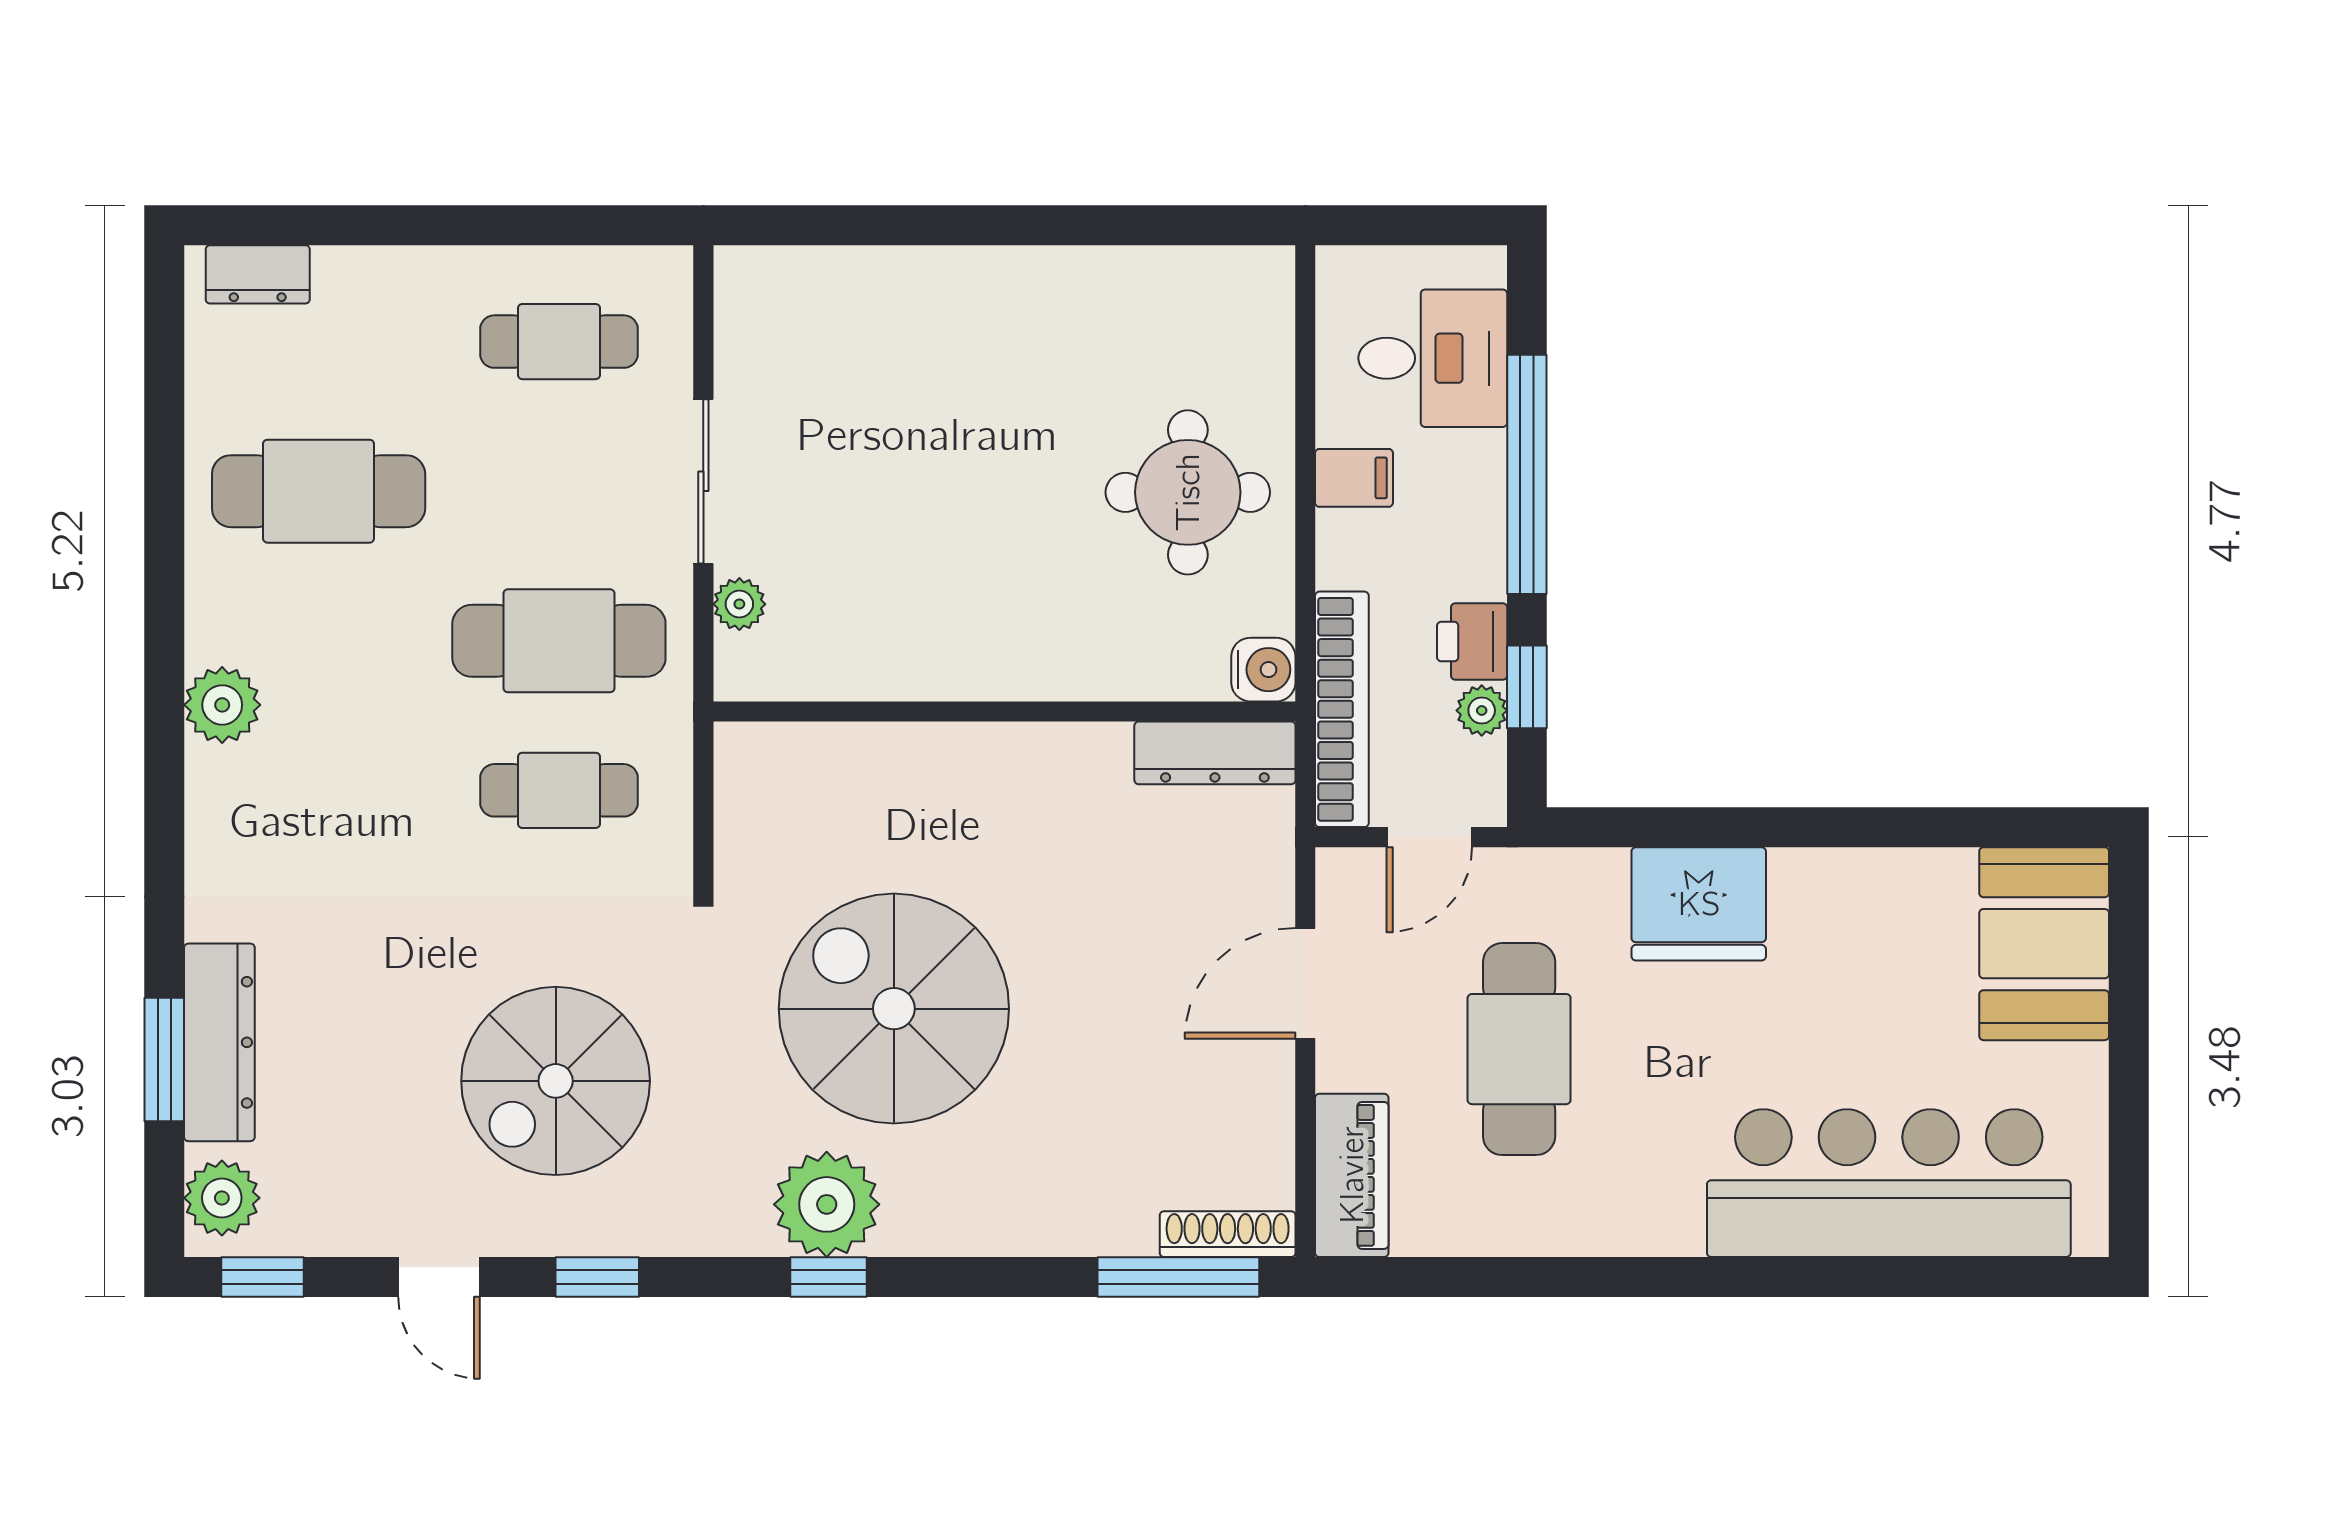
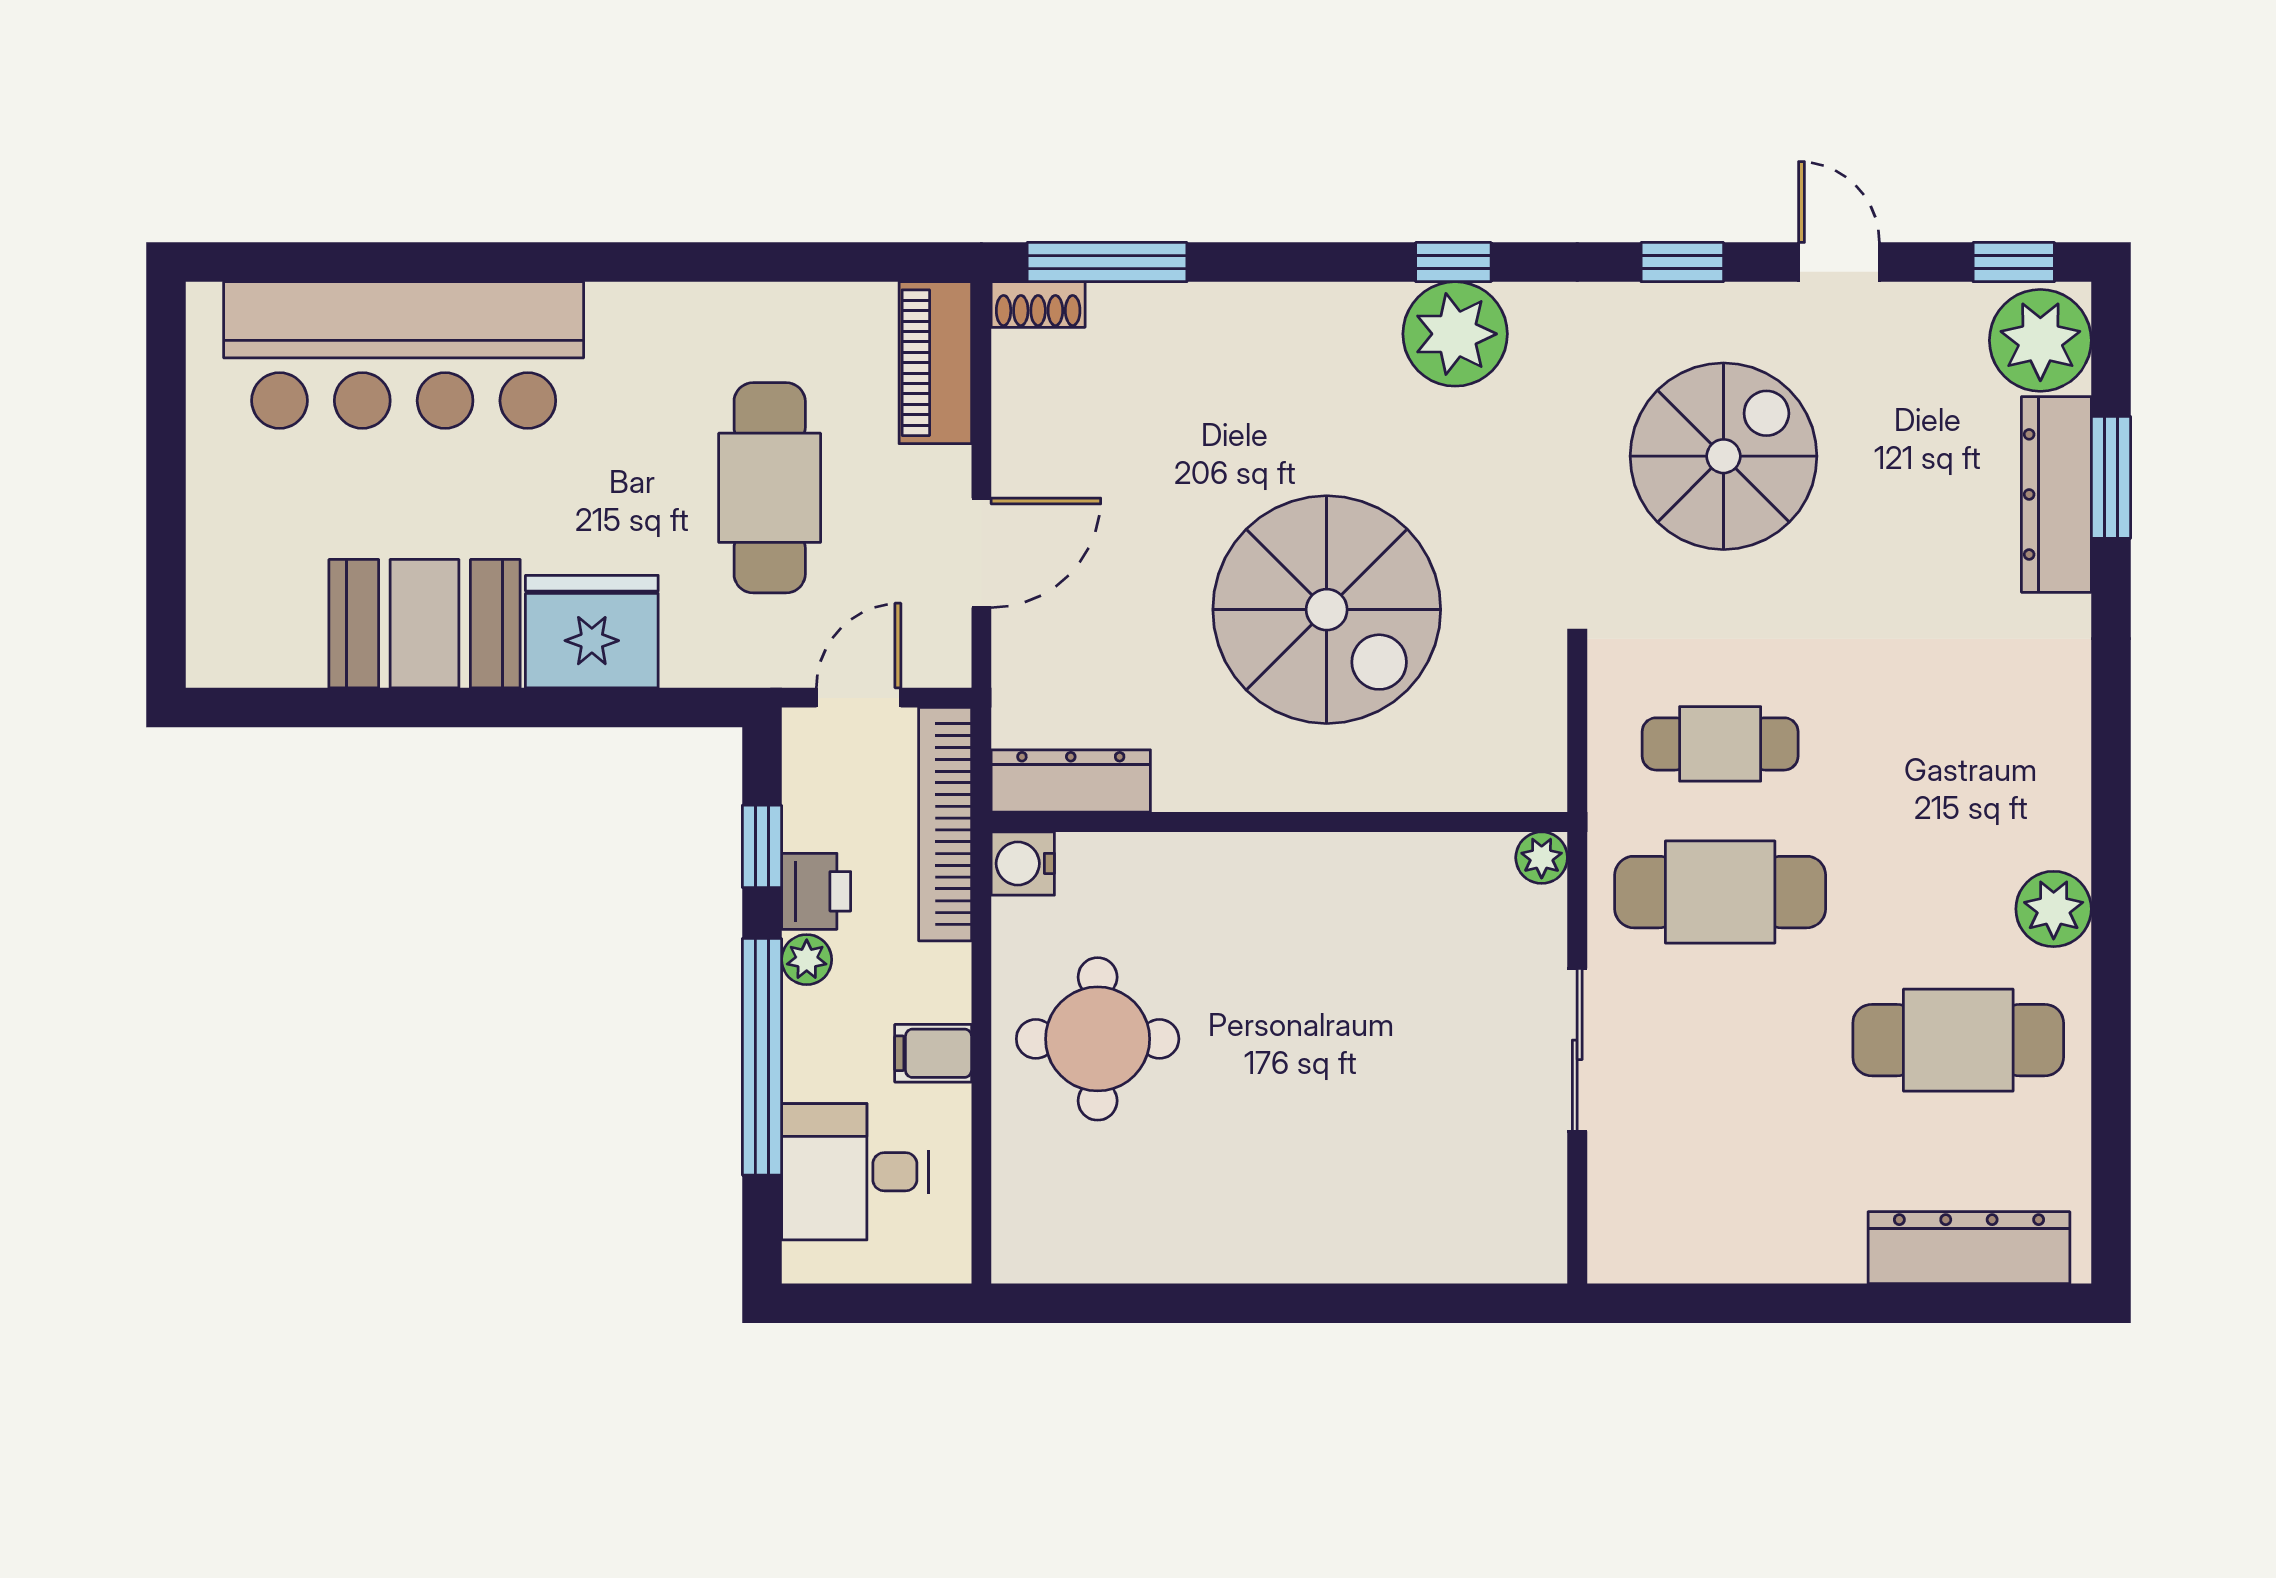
dresser: (258, 274) -> (1969, 1248), width x1.96, depth x1.24
cafe table: (559, 342) -> (1720, 1188), removed
plant: (739, 604) -> (1542, 858), moved
plant: (222, 705) -> (2054, 909), moved
plant: (1482, 710) -> (807, 960), moved
booth: (2044, 944) -> (425, 624), moved, turned 90
spiral stairs: (894, 1009) -> (1327, 610), moved
plant: (222, 1198) -> (2040, 340), width x1.36, depth x1.36
shoe rack: (1228, 1234) -> (1038, 305), width x0.70

